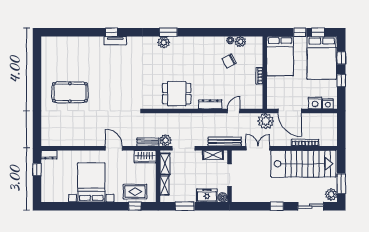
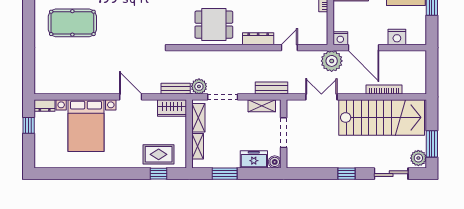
nightstand: (328, 104) -> (340, 38), moved
bench: (225, 142) -> (272, 88), width x0.73
bed with nightstands: (91, 182) -> (86, 126), moved, turned 180

